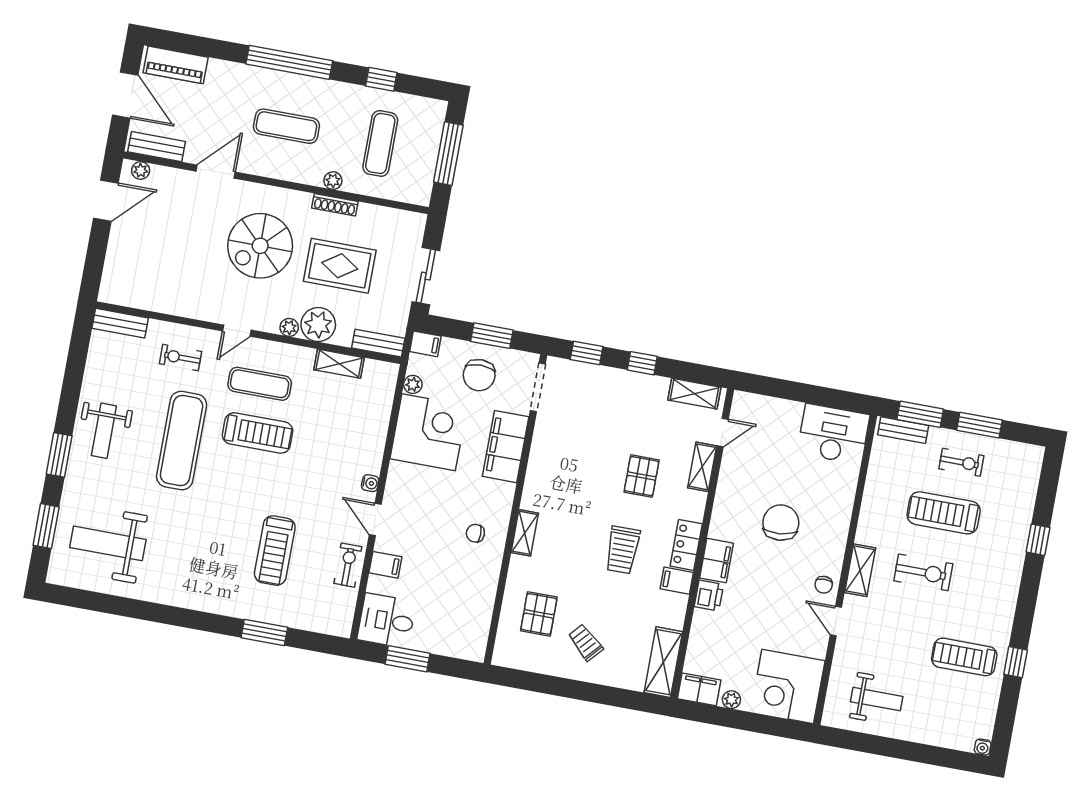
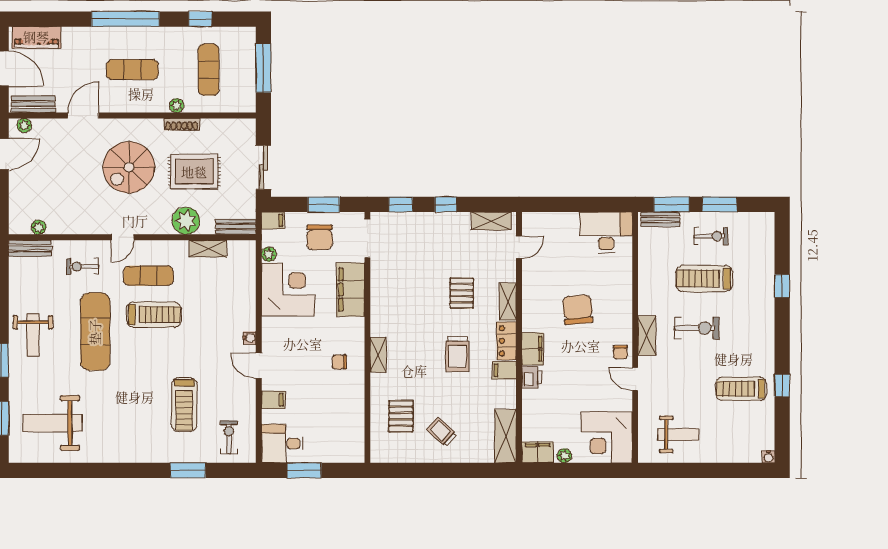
plant: (289, 327) -> (39, 227), moved
shelving: (702, 467) -> (508, 302), moved
exercise bike: (348, 565) -> (229, 437), moved

